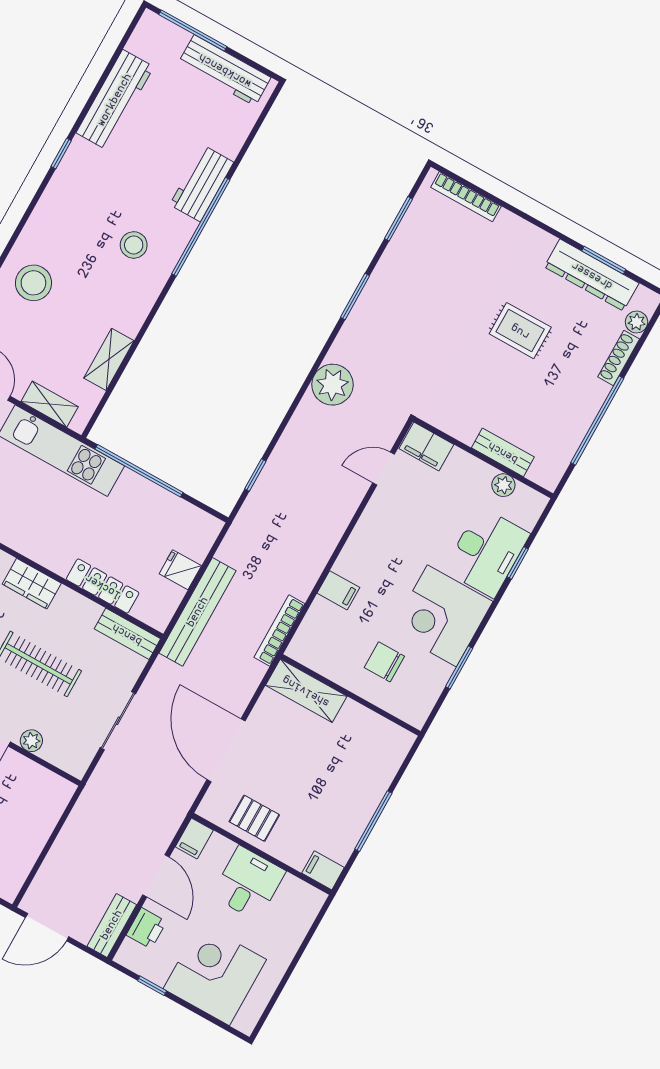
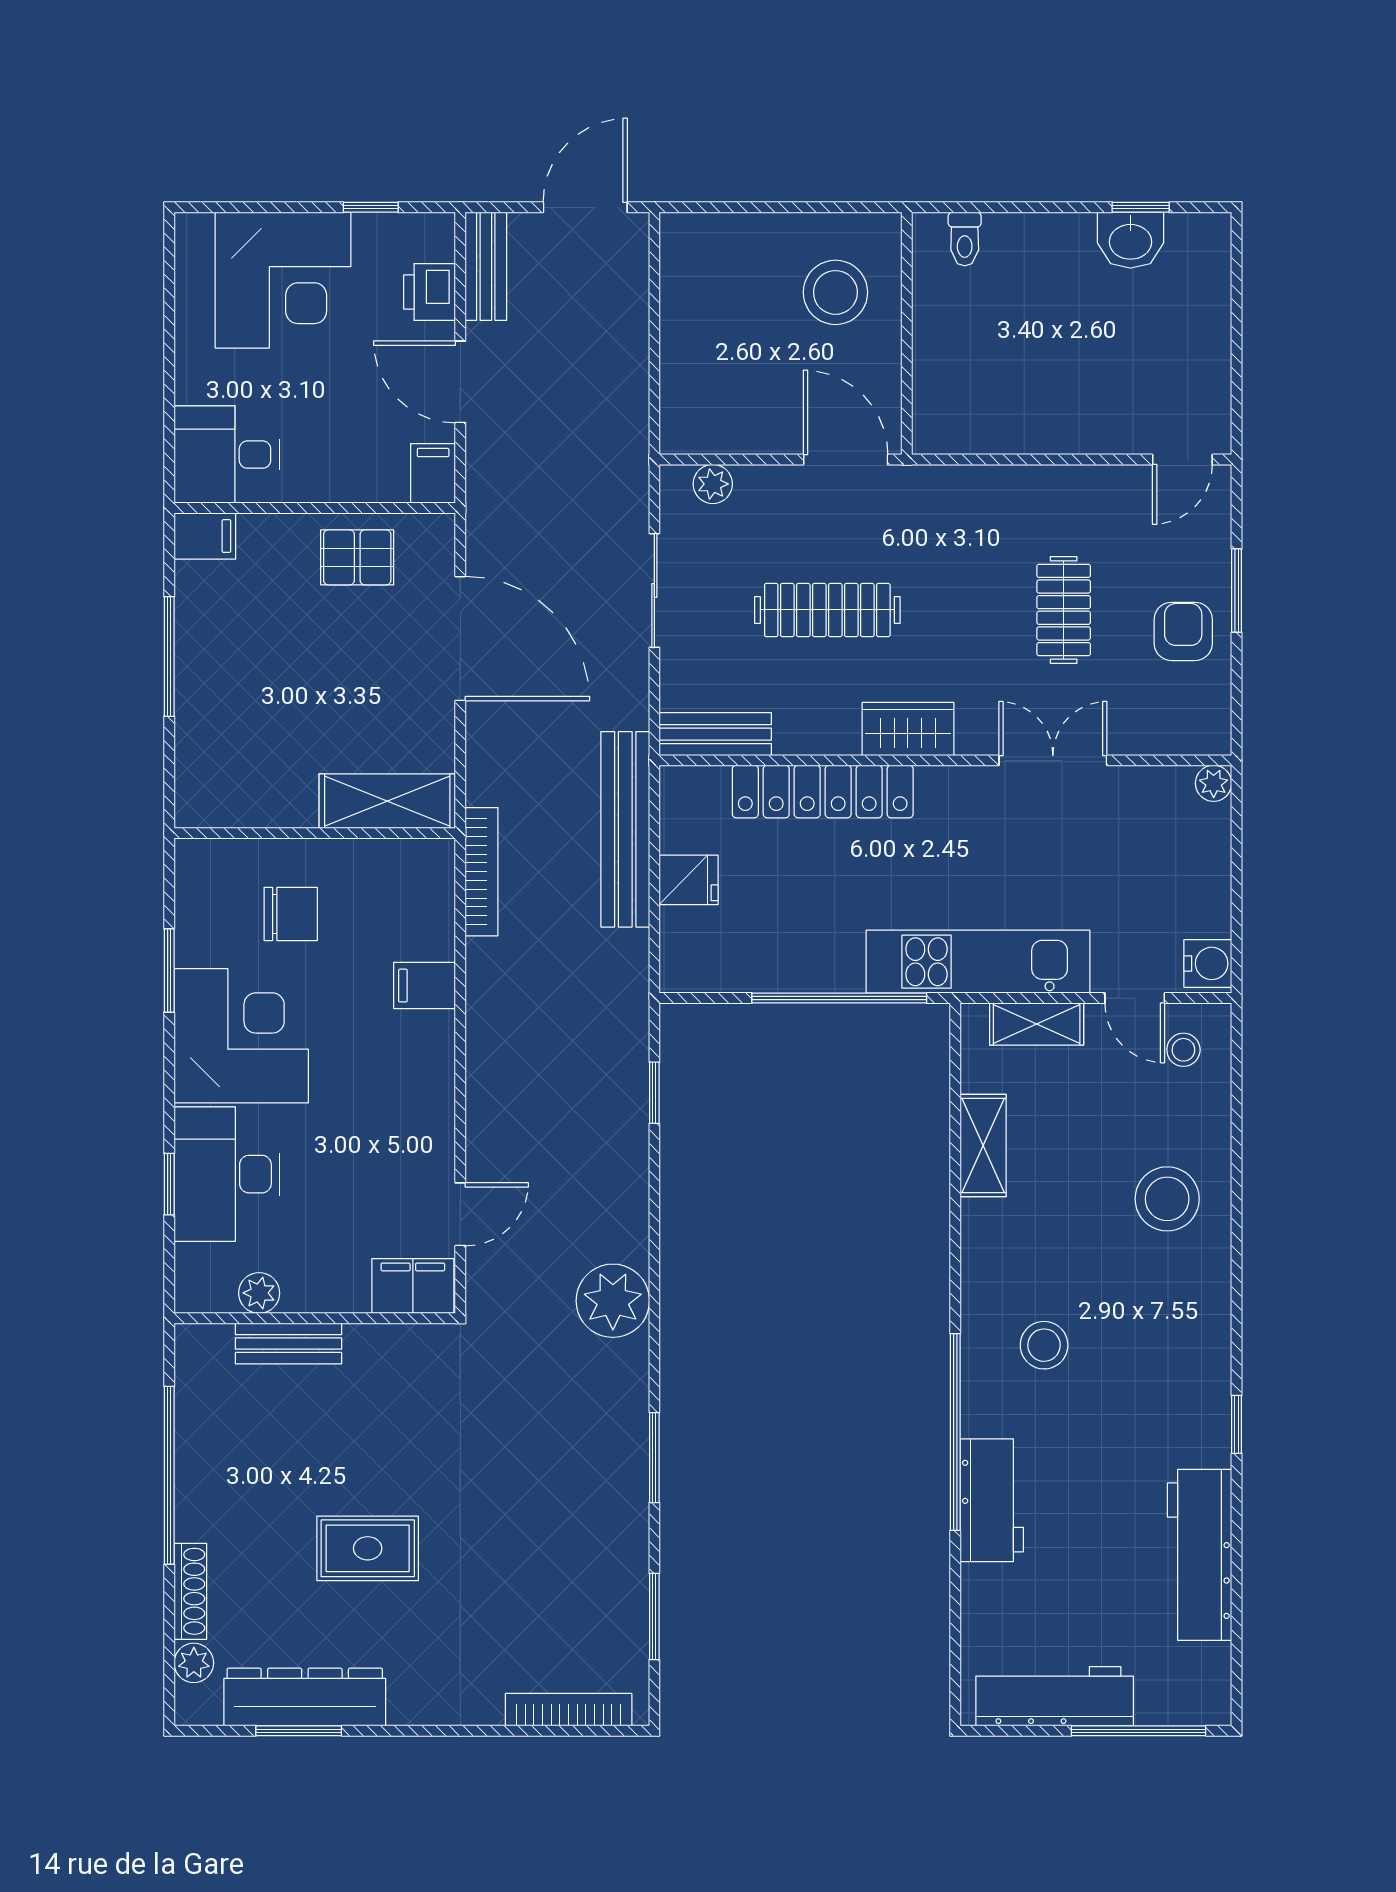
locker: (103, 586) -> (823, 792), width x1.41, depth x1.21
plant: (31, 741) -> (713, 484), moved
desk: (248, 883) -> (227, 455), moved, turned 90

